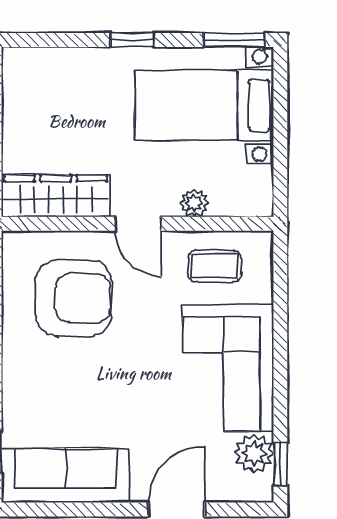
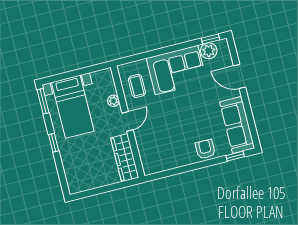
armchair: (73, 298) -> (205, 149), moved, width x0.53, depth x0.53

